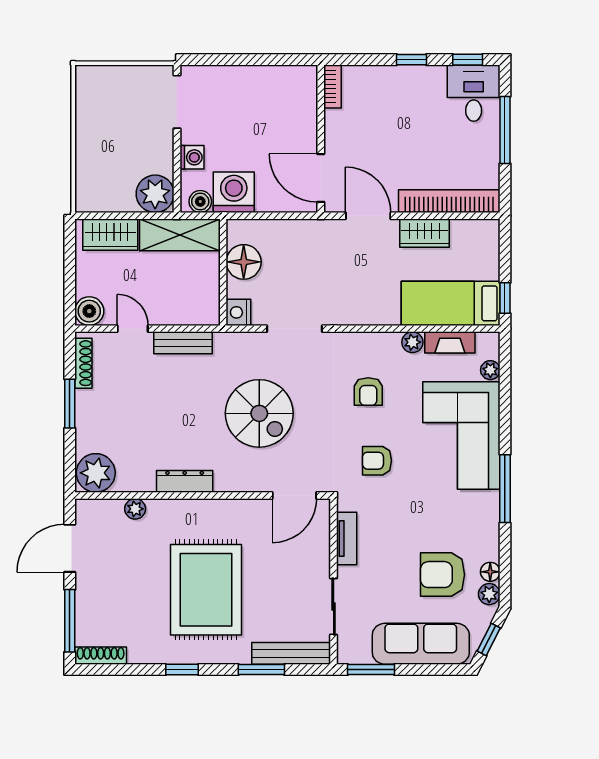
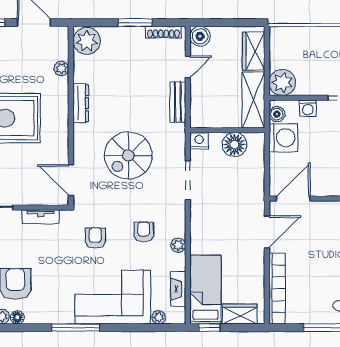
wardrobe: (425, 233) -> (240, 314), moved, turned 90
plant: (412, 342) -> (178, 245), moved
armchair: (368, 391) -> (144, 232), turned 90

